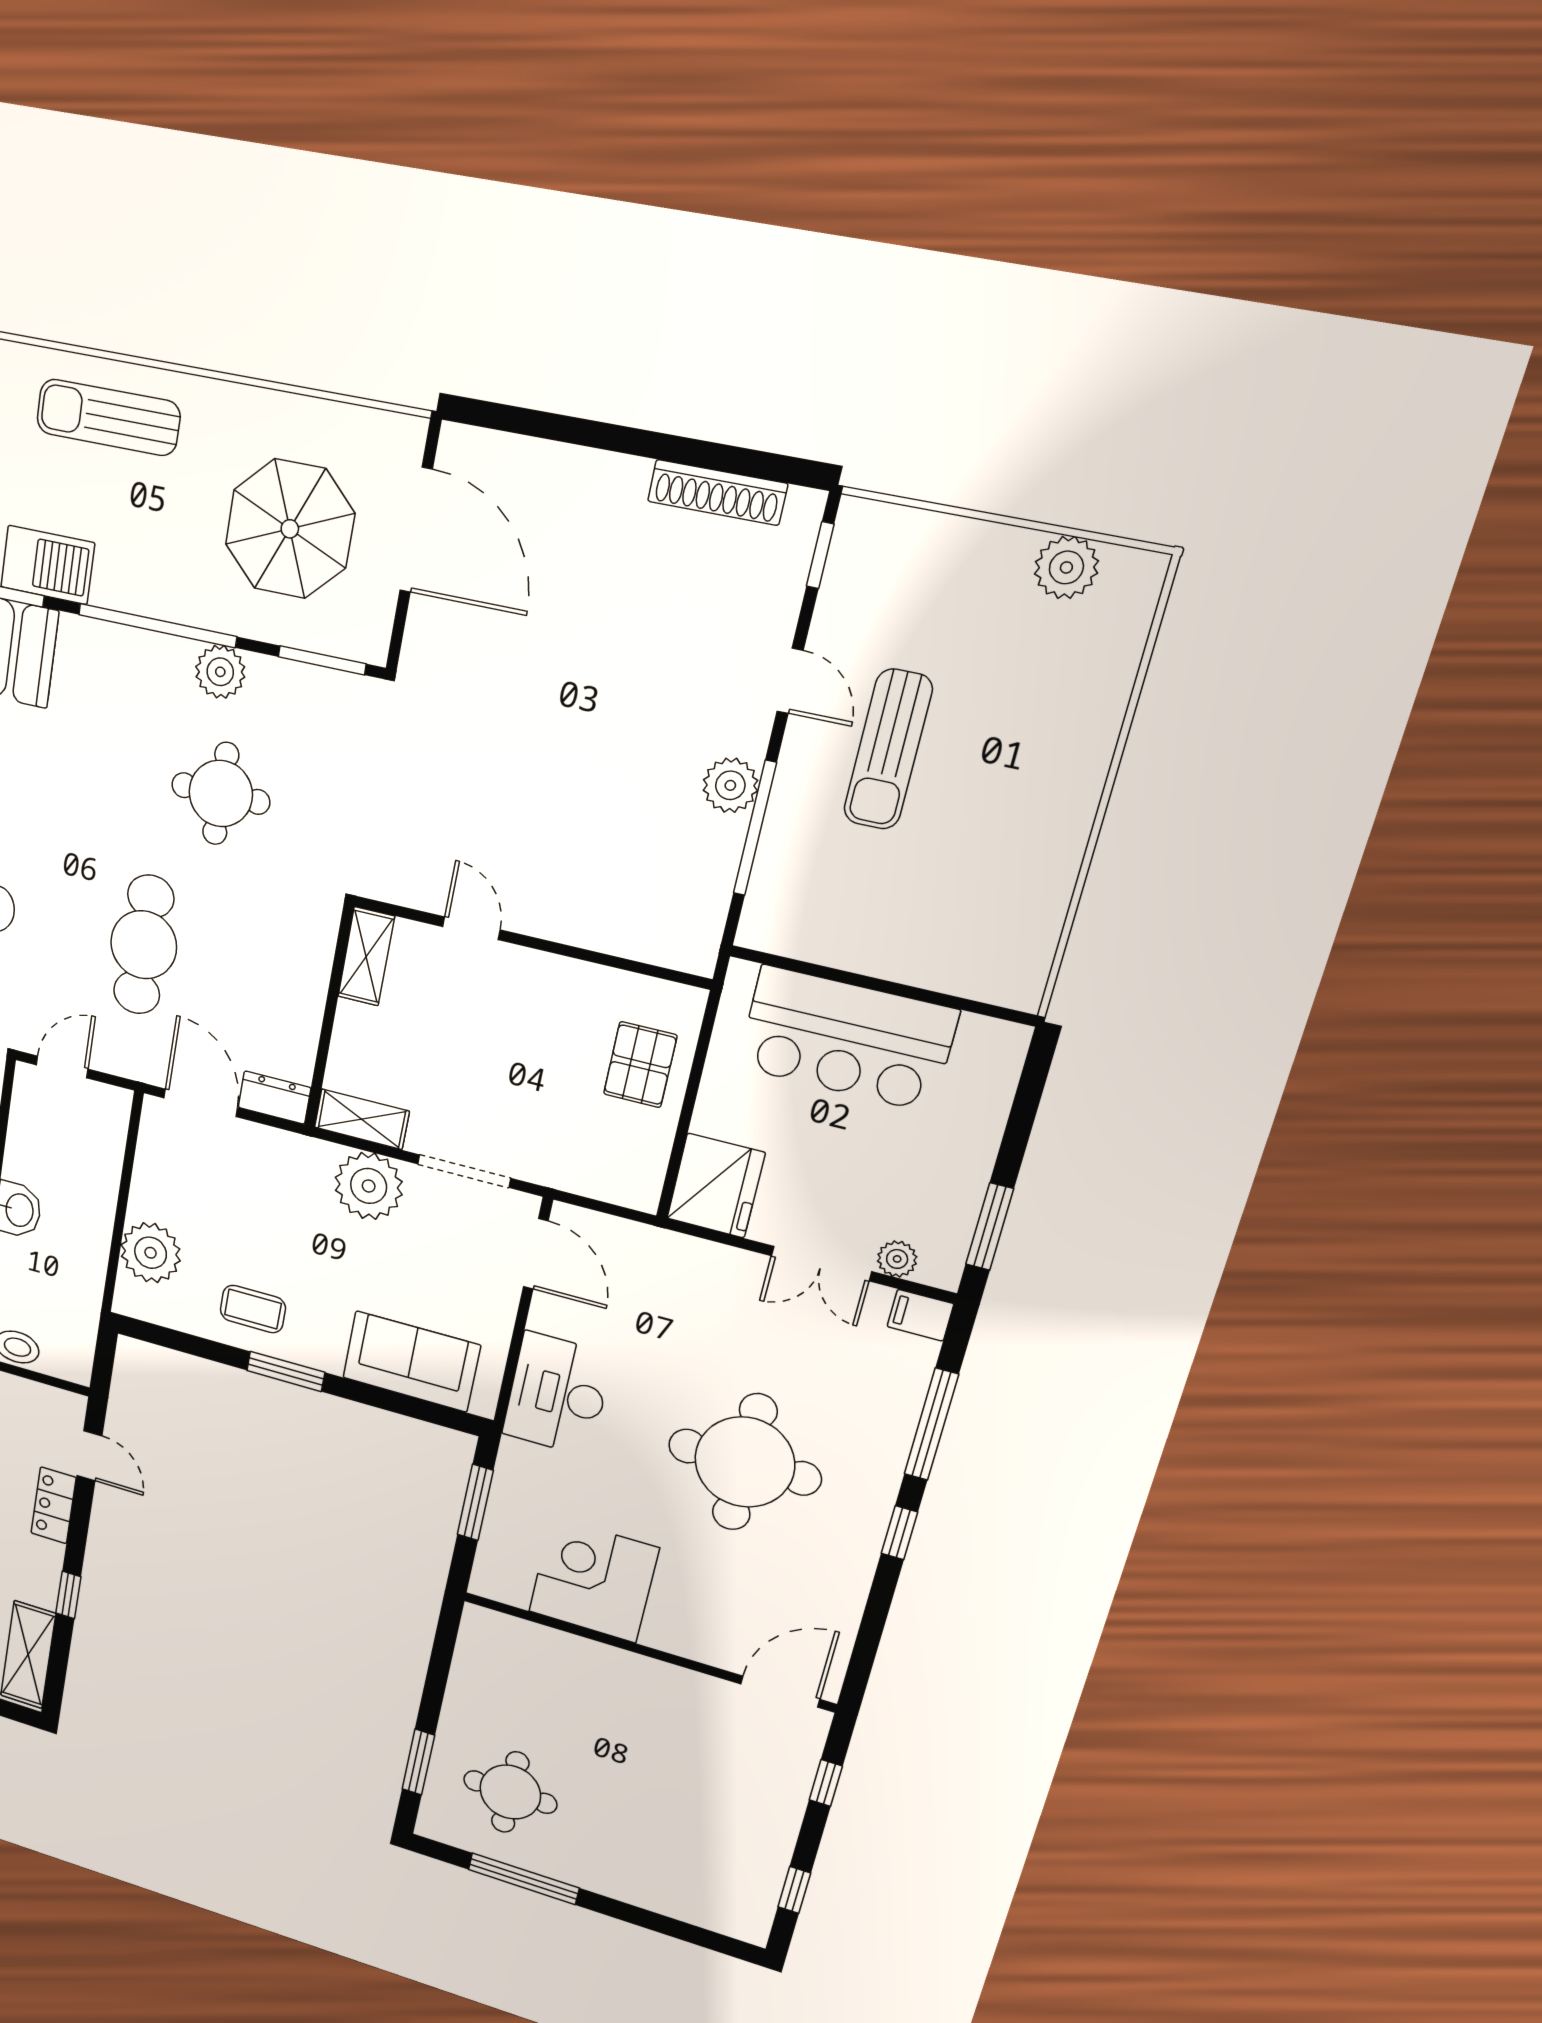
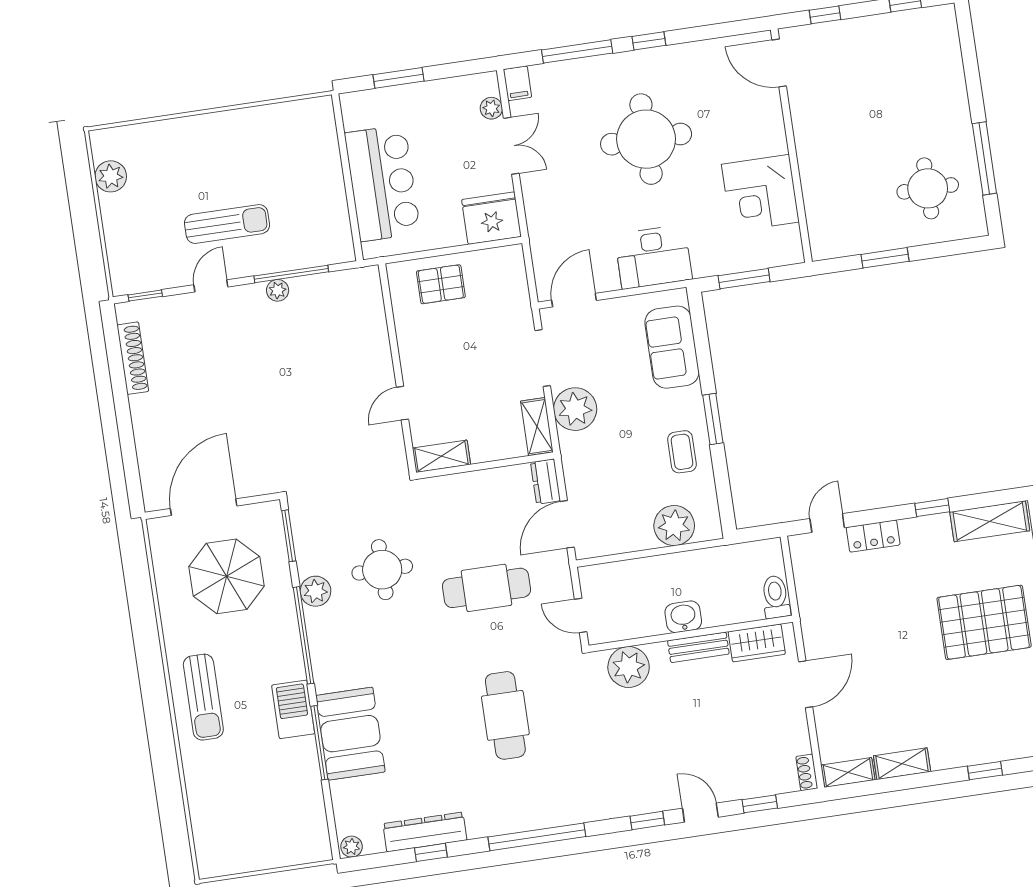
plant: (730, 785) -> (278, 290), width x0.73, depth x0.73
window: (990, 1227) -> (399, 78), moved
window: (418, 1762) -> (885, 258), moved

